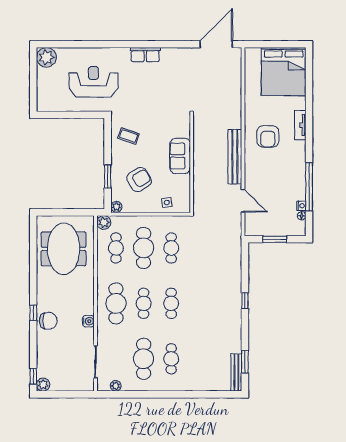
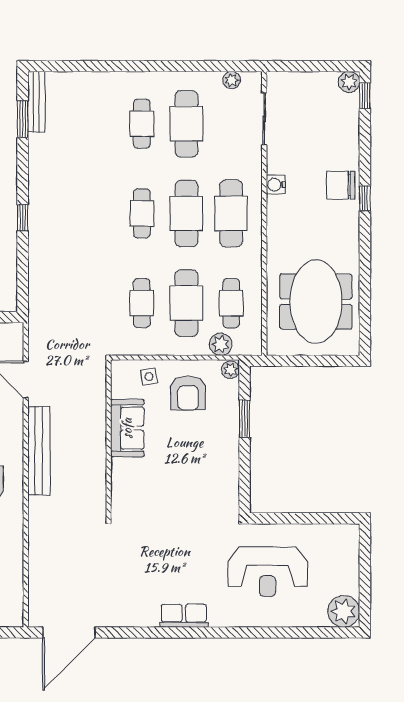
coffee table: (128, 136) -> (211, 484), removed
sofa: (180, 156) -> (127, 428), moved
armchair: (139, 180) -> (188, 393), moved, turned -59
plant: (104, 222) -> (221, 344), moved
cafe table: (144, 303) -> (186, 213), width x1.37, depth x1.35

